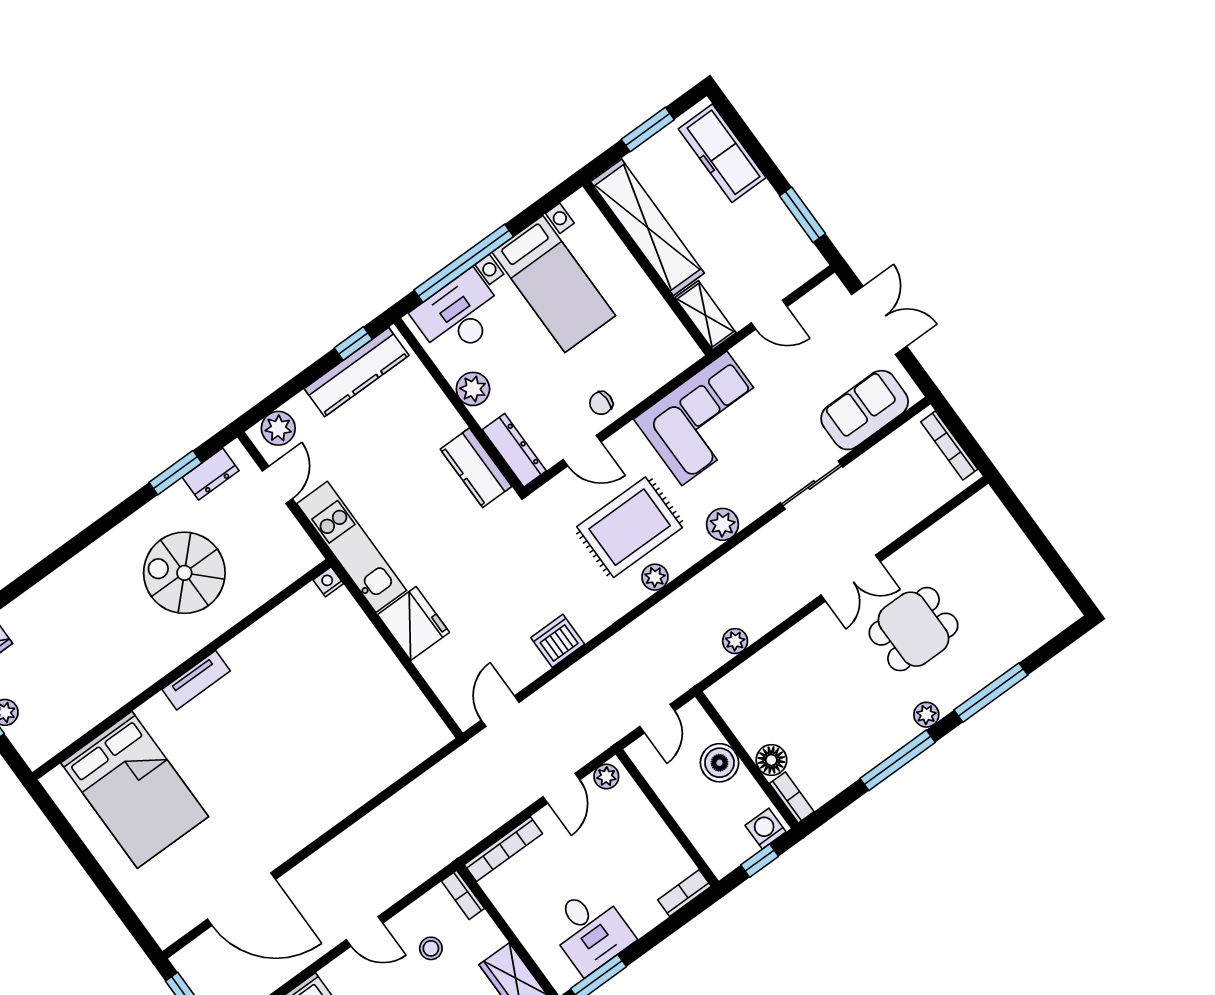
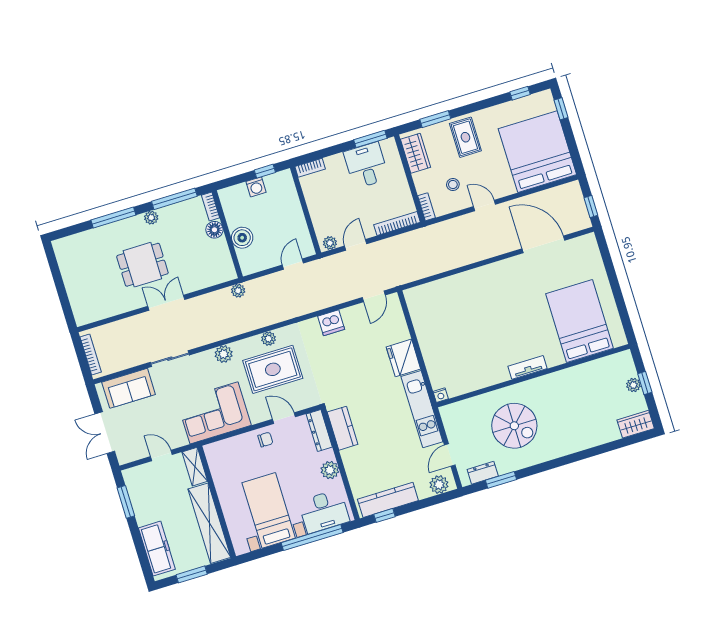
wall: (747, 760) -> (227, 234), moved
floor lamp: (771, 760) -> (214, 230), moved
boiler: (720, 763) -> (242, 238), moved
bookcase: (792, 797) -> (211, 206), moved

